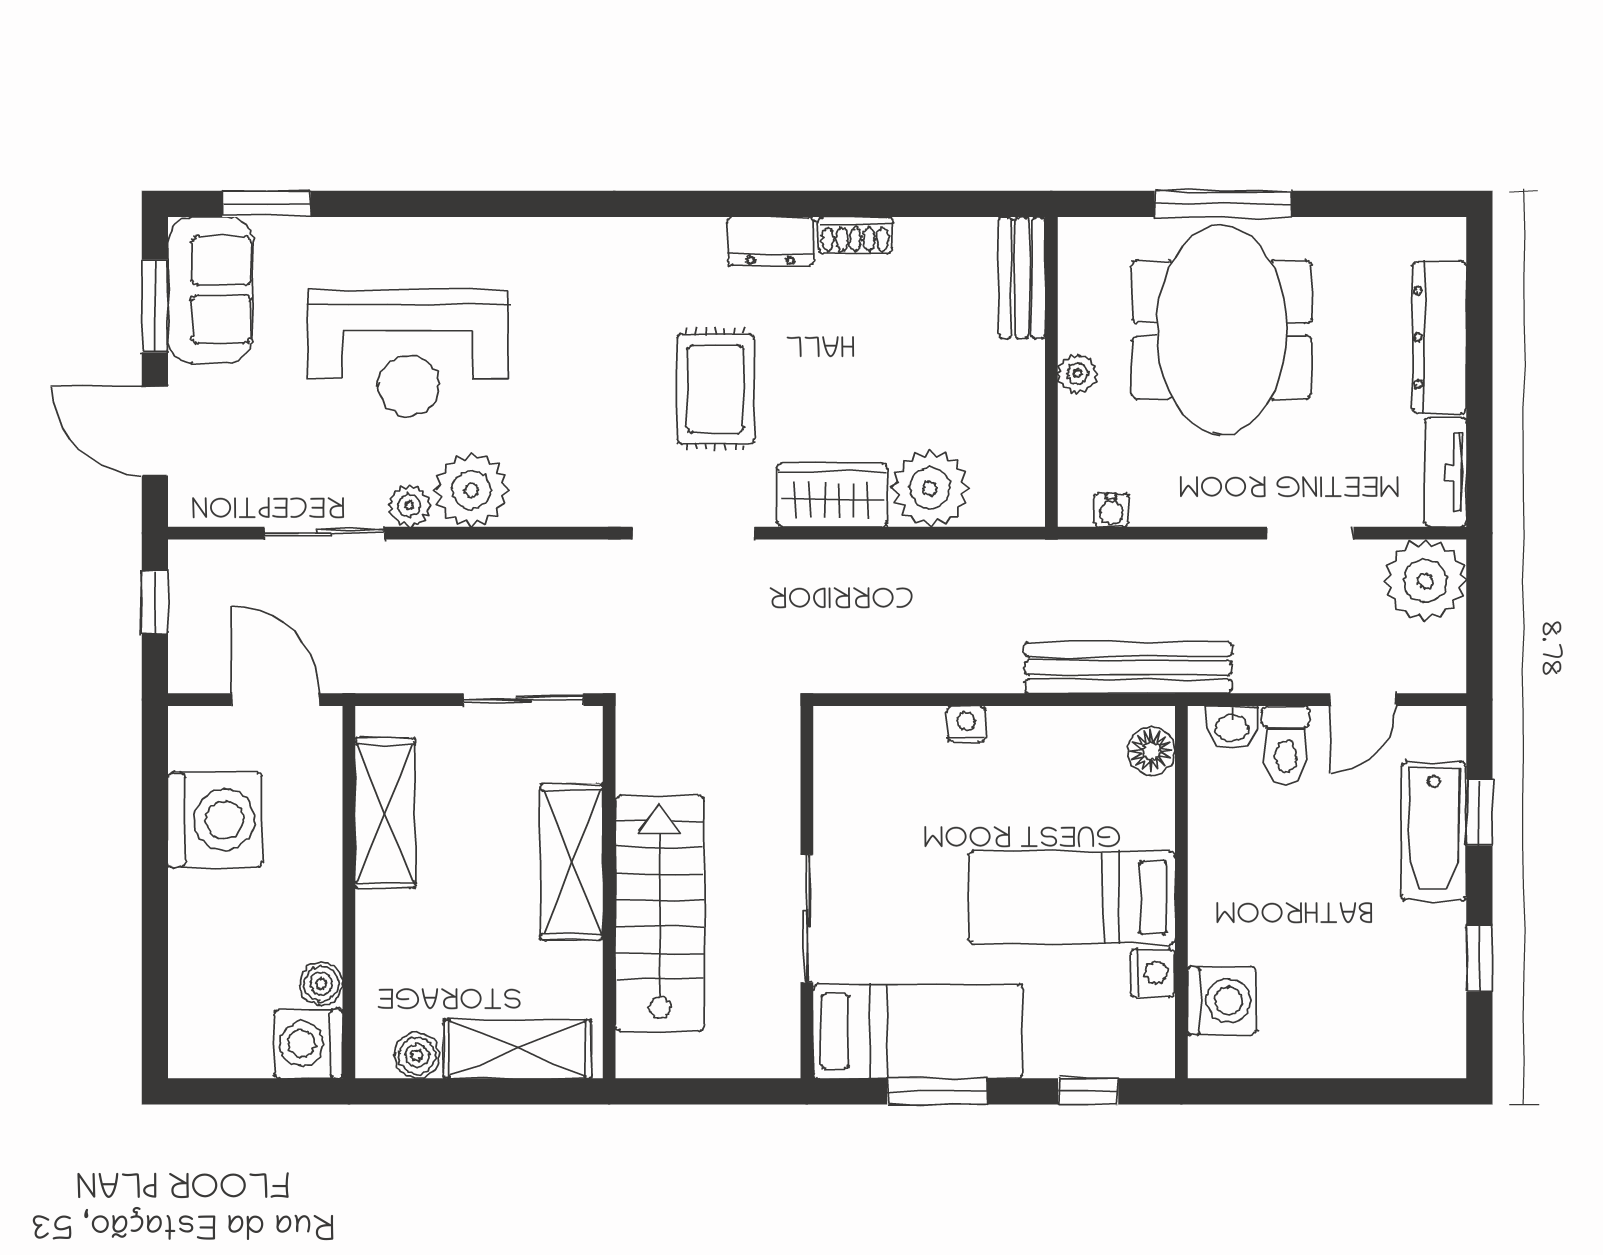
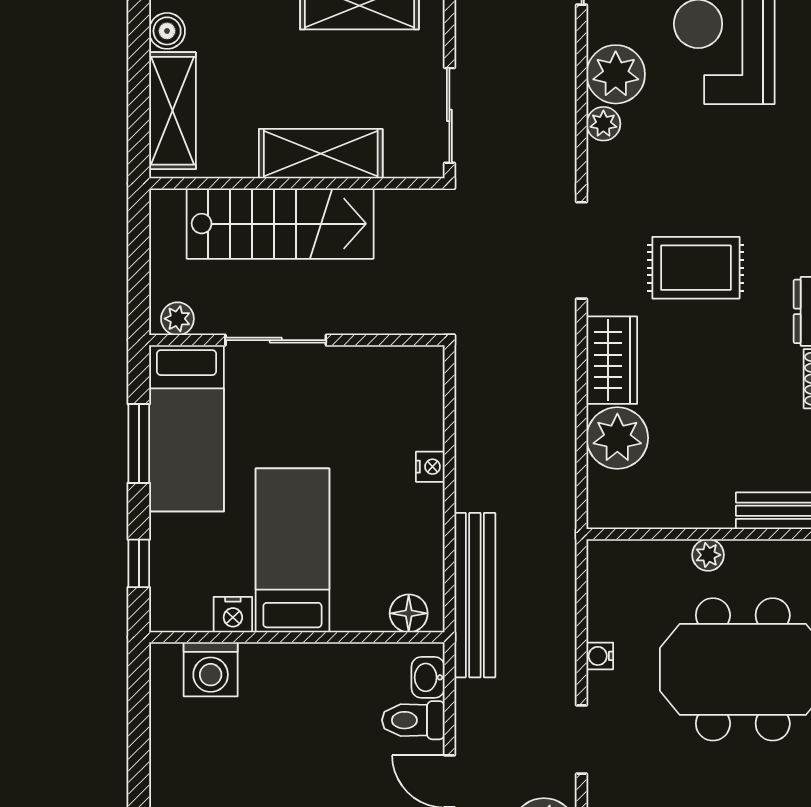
plant: (409, 506) -> (603, 124), moved
water cooler: (1111, 510) -> (600, 656), moved
plant: (780, 1043) -> (177, 319), added

